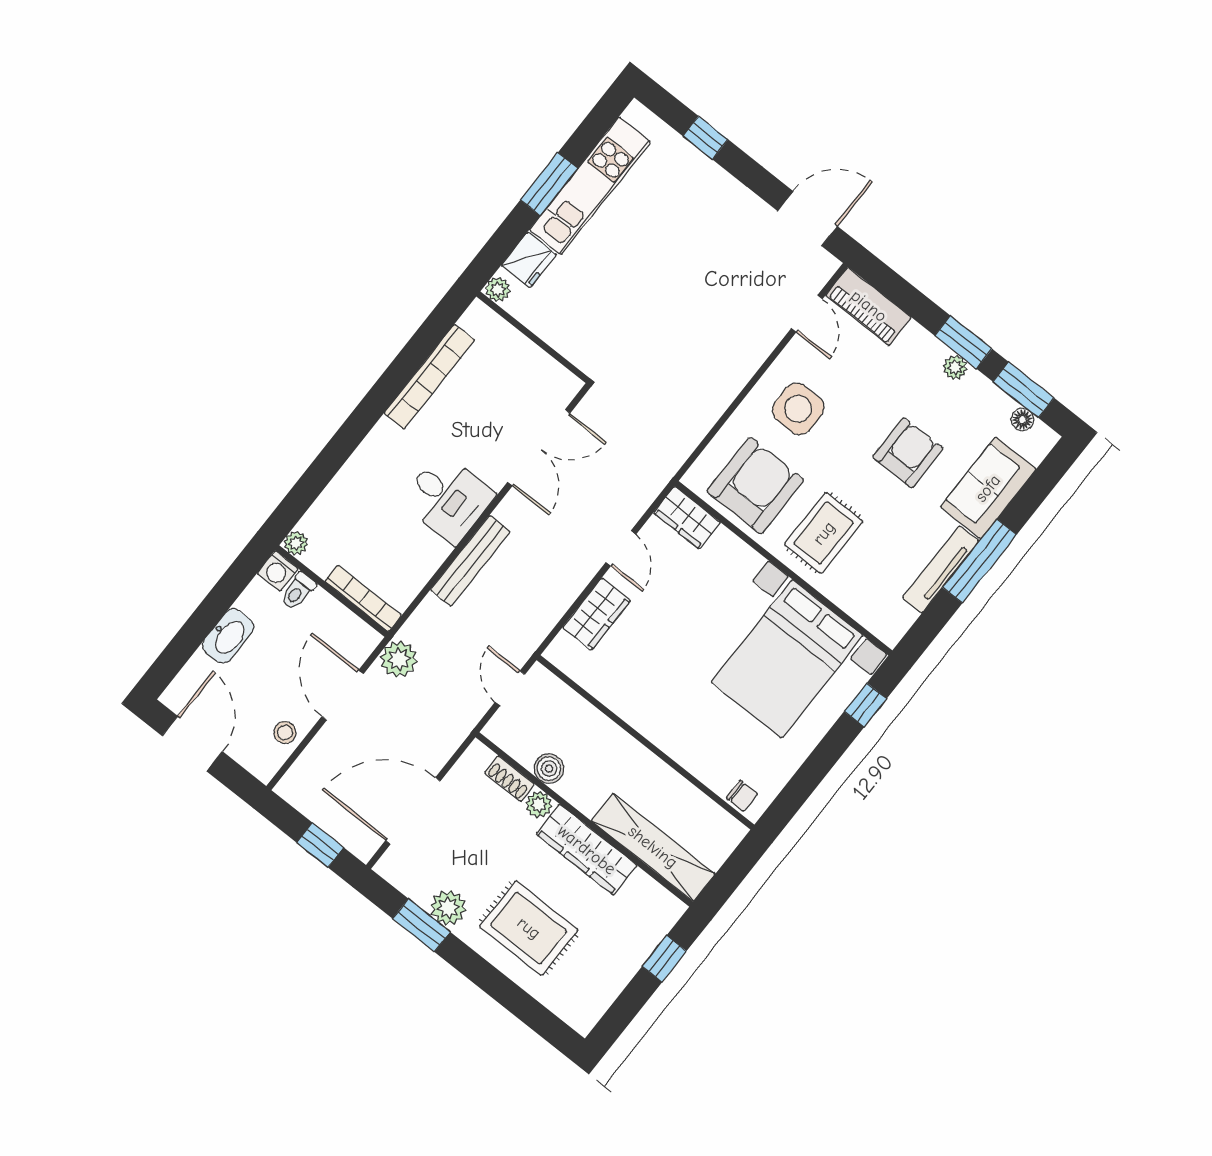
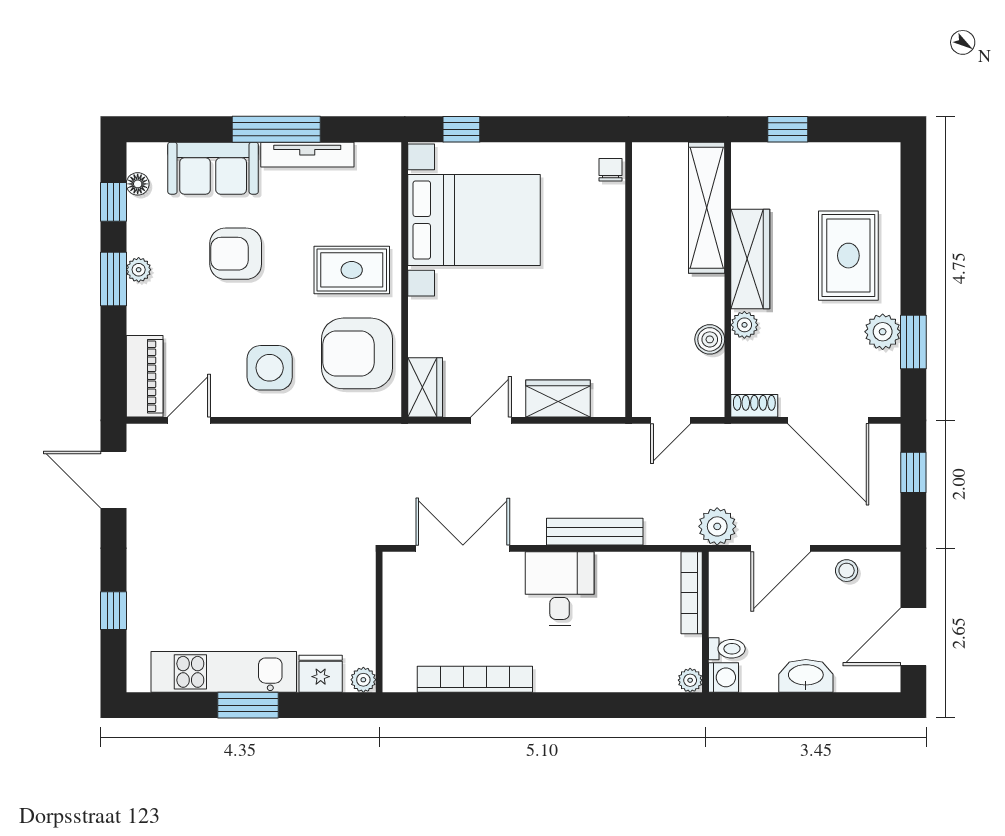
window: (1023, 390) -> (114, 202), width x0.67
shoe rack: (509, 779) -> (754, 406), moved, turned -90

